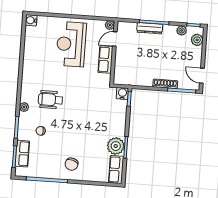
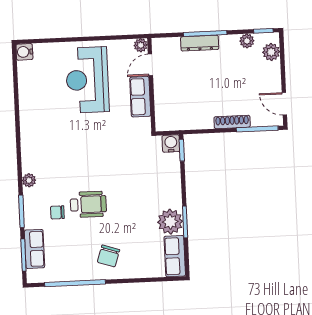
wheelchair: (50, 100) -> (88, 204), moved, turned 180

